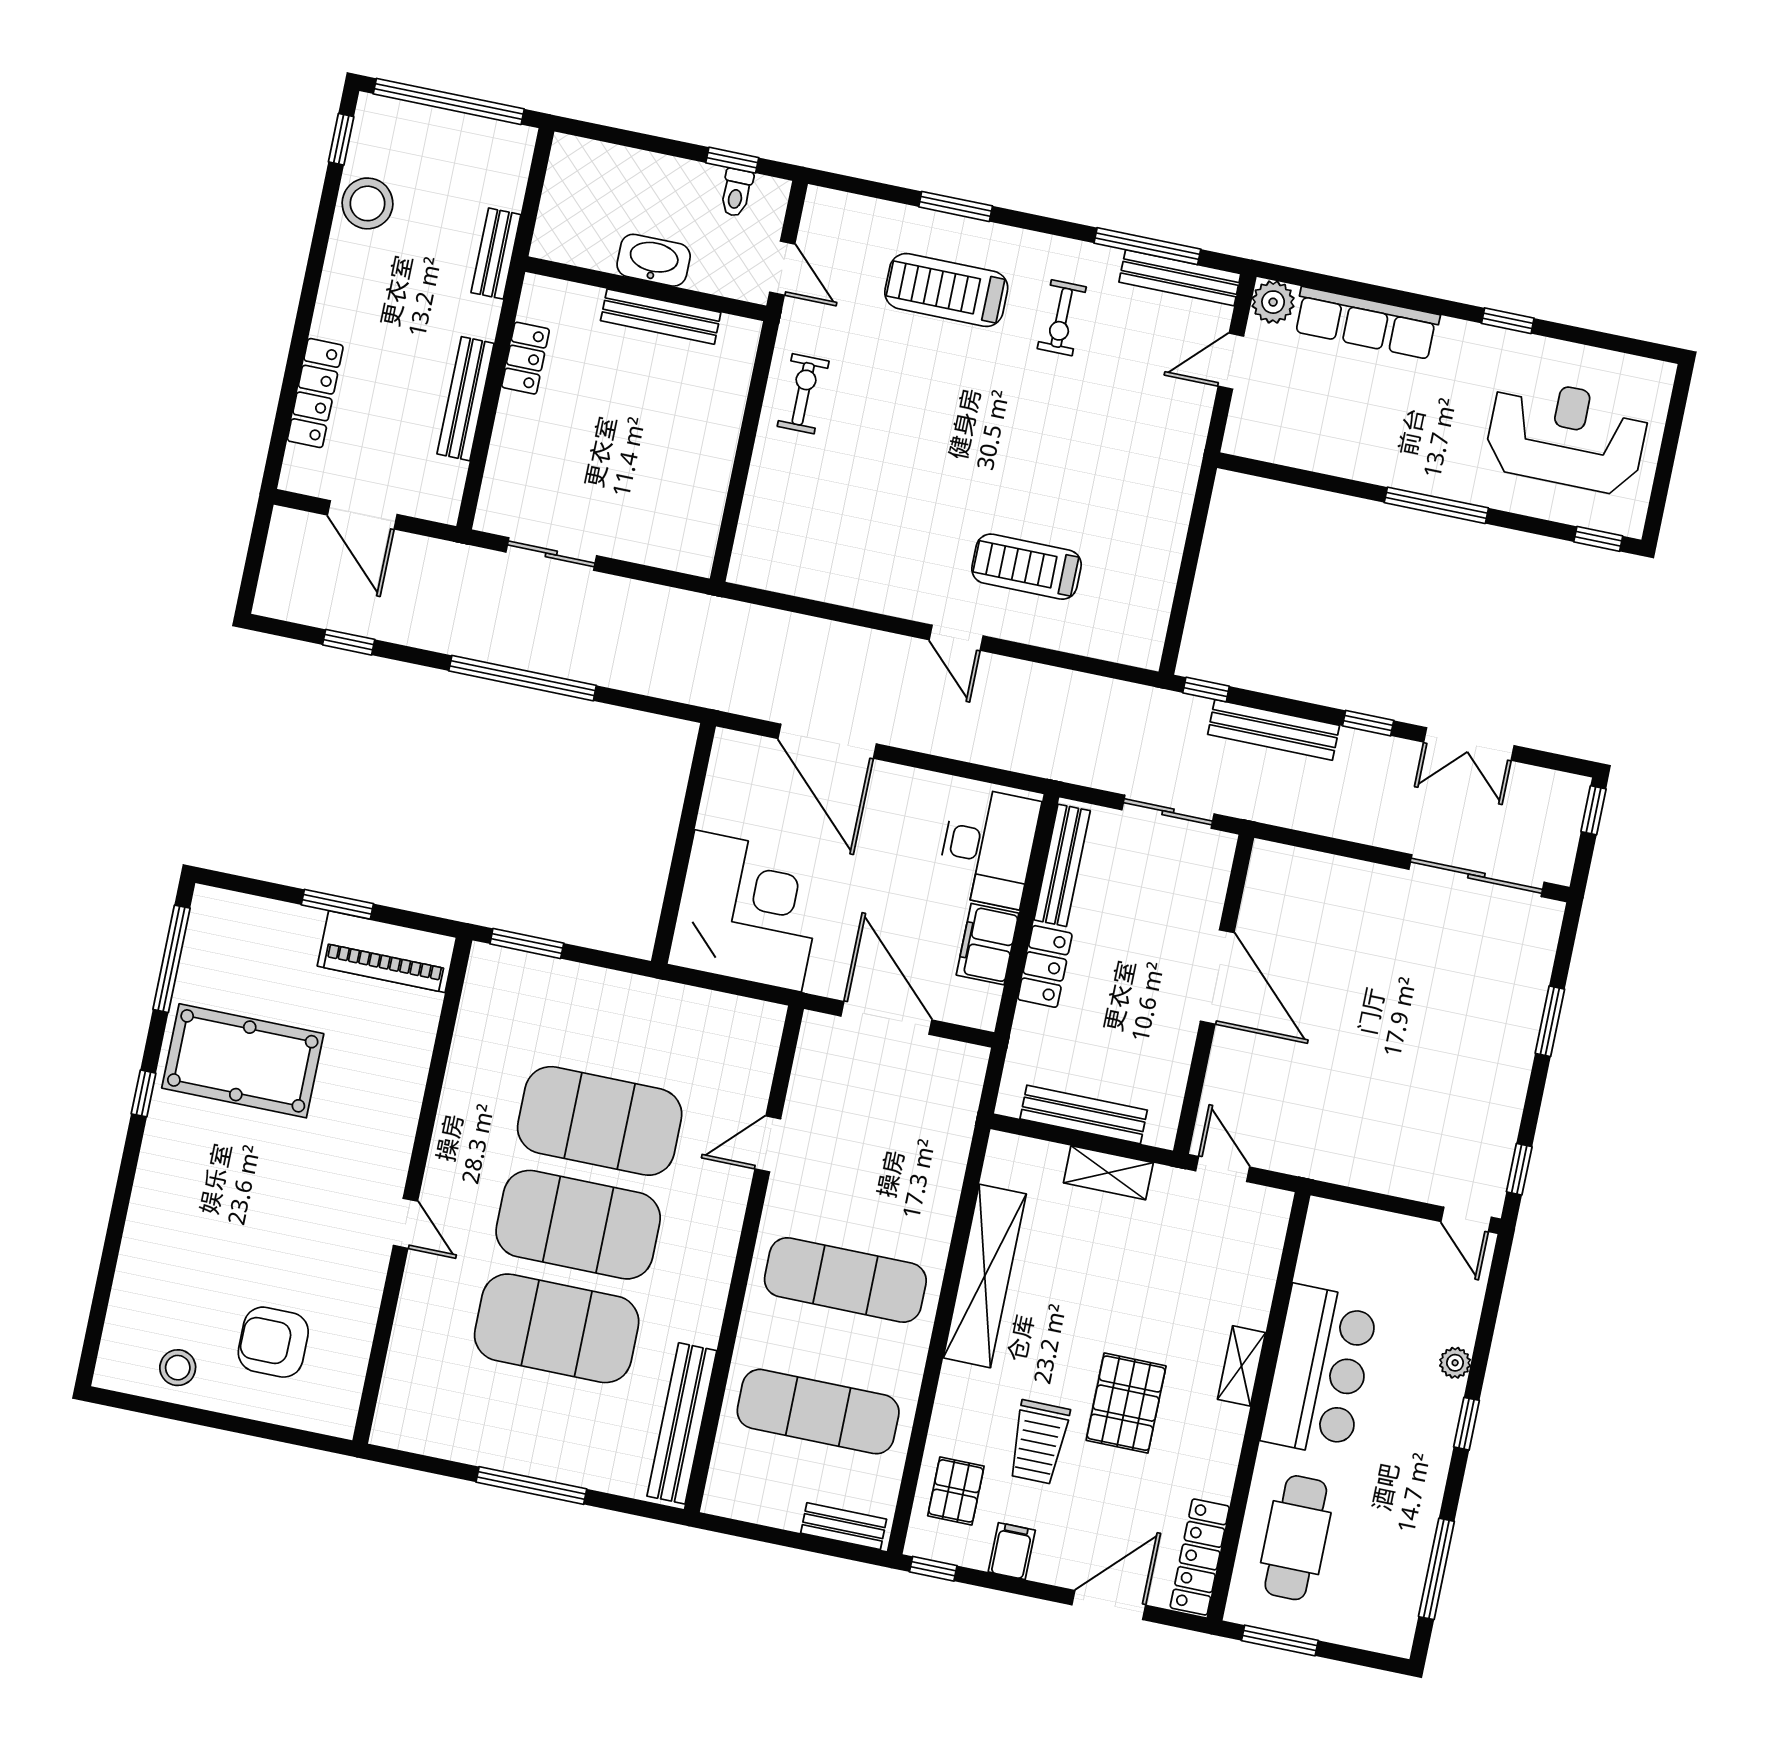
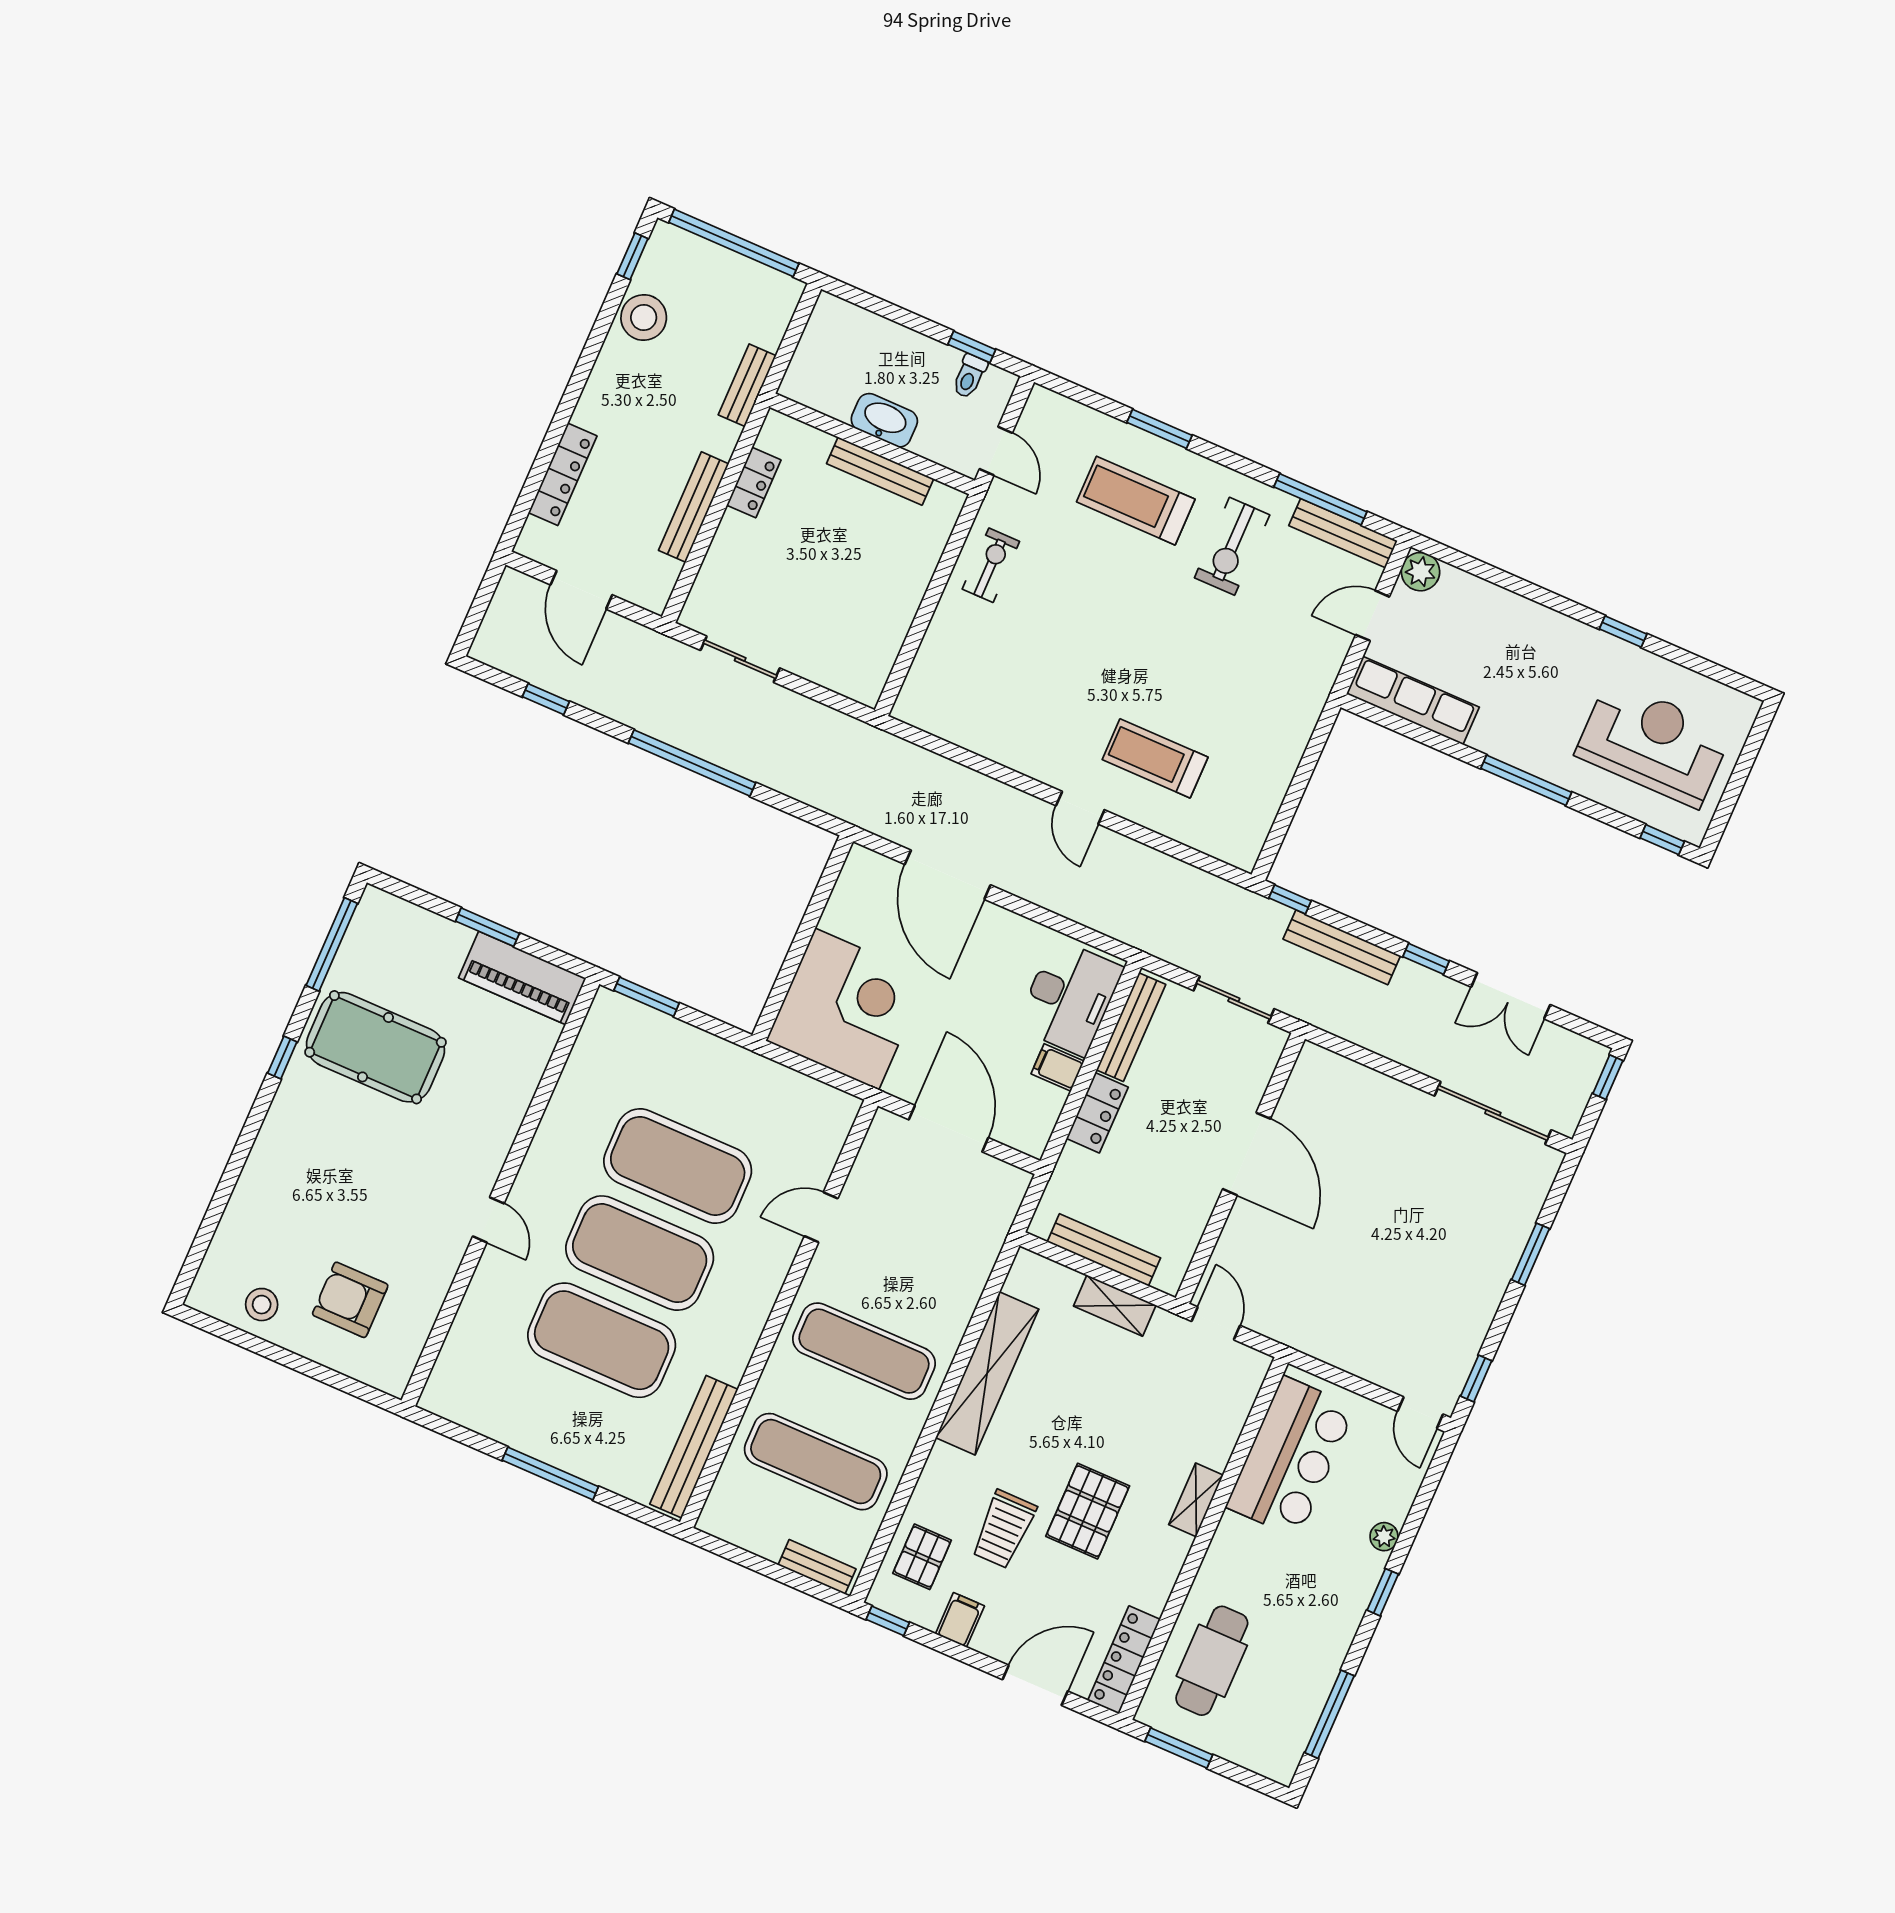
exercise bike: (1062, 318) -> (1232, 546), width x1.38, depth x1.39
row of seats: (1366, 323) -> (1413, 700), moved, turned 180
filing cabinet: (988, 944) -> (1058, 1067), width x0.50
bar counter: (1320, 1371) -> (1291, 1457), moved

